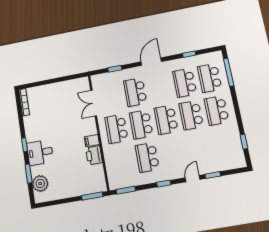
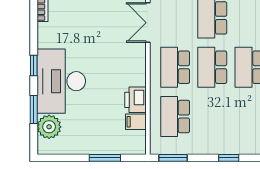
filing cabinet: (92, 141) -> (136, 122), moved
desk: (40, 152) -> (61, 81), width x1.87, depth x1.30
school desk: (147, 157) -> (175, 117), moved
window: (92, 196) -> (105, 158), moved

